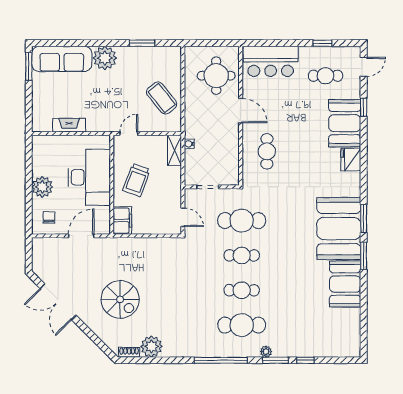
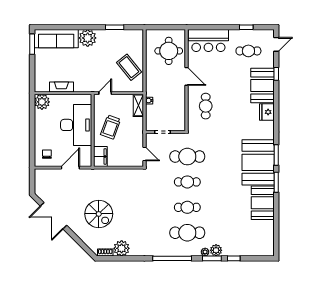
plant: (42, 187) -> (42, 102), moved
plant: (281, 349) -> (216, 250), added

